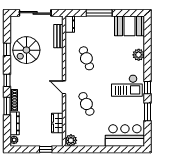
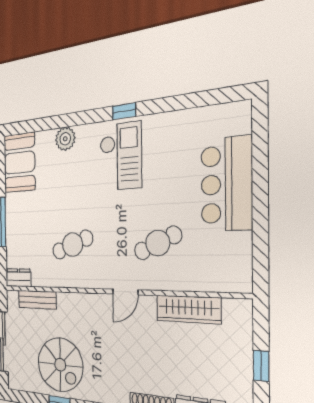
window: (147, 112) -> (173, 103), removed
wardrobe: (57, 123) -> (188, 309), width x1.50
bar counter: (125, 135) -> (226, 184), moved
plant: (71, 140) -> (239, 279), removed
window: (46, 149) -> (261, 366), moved

